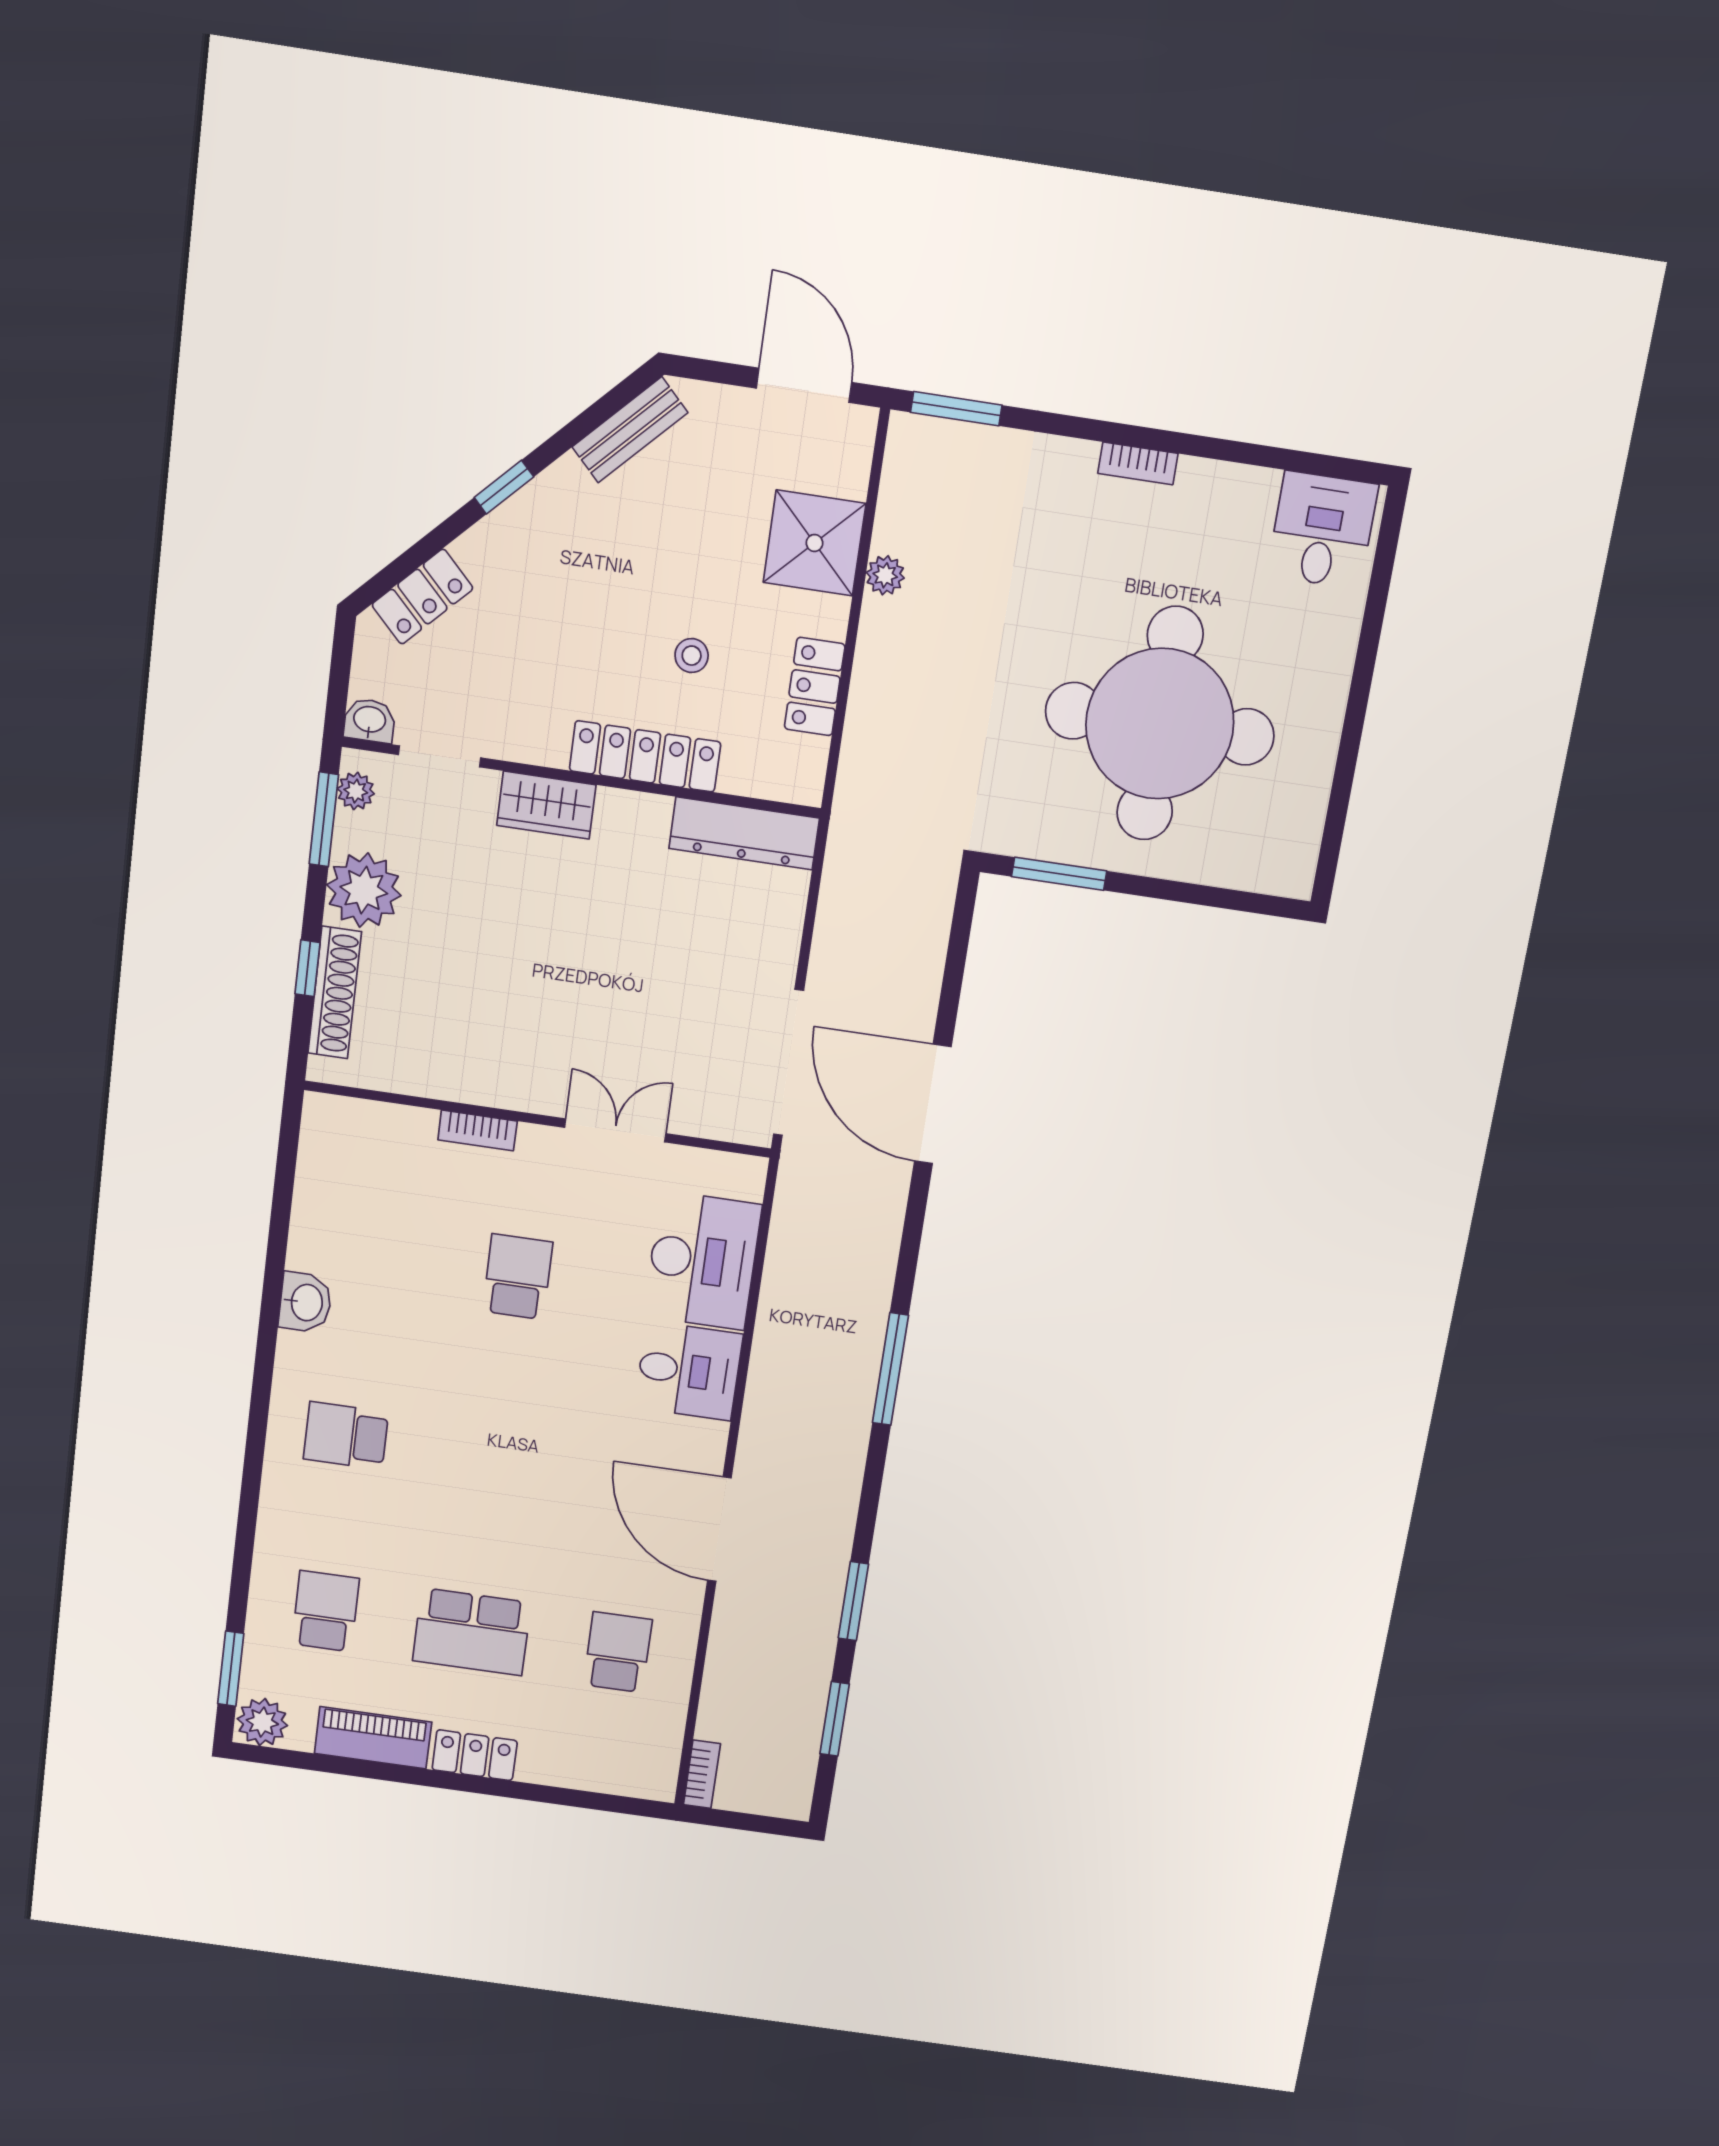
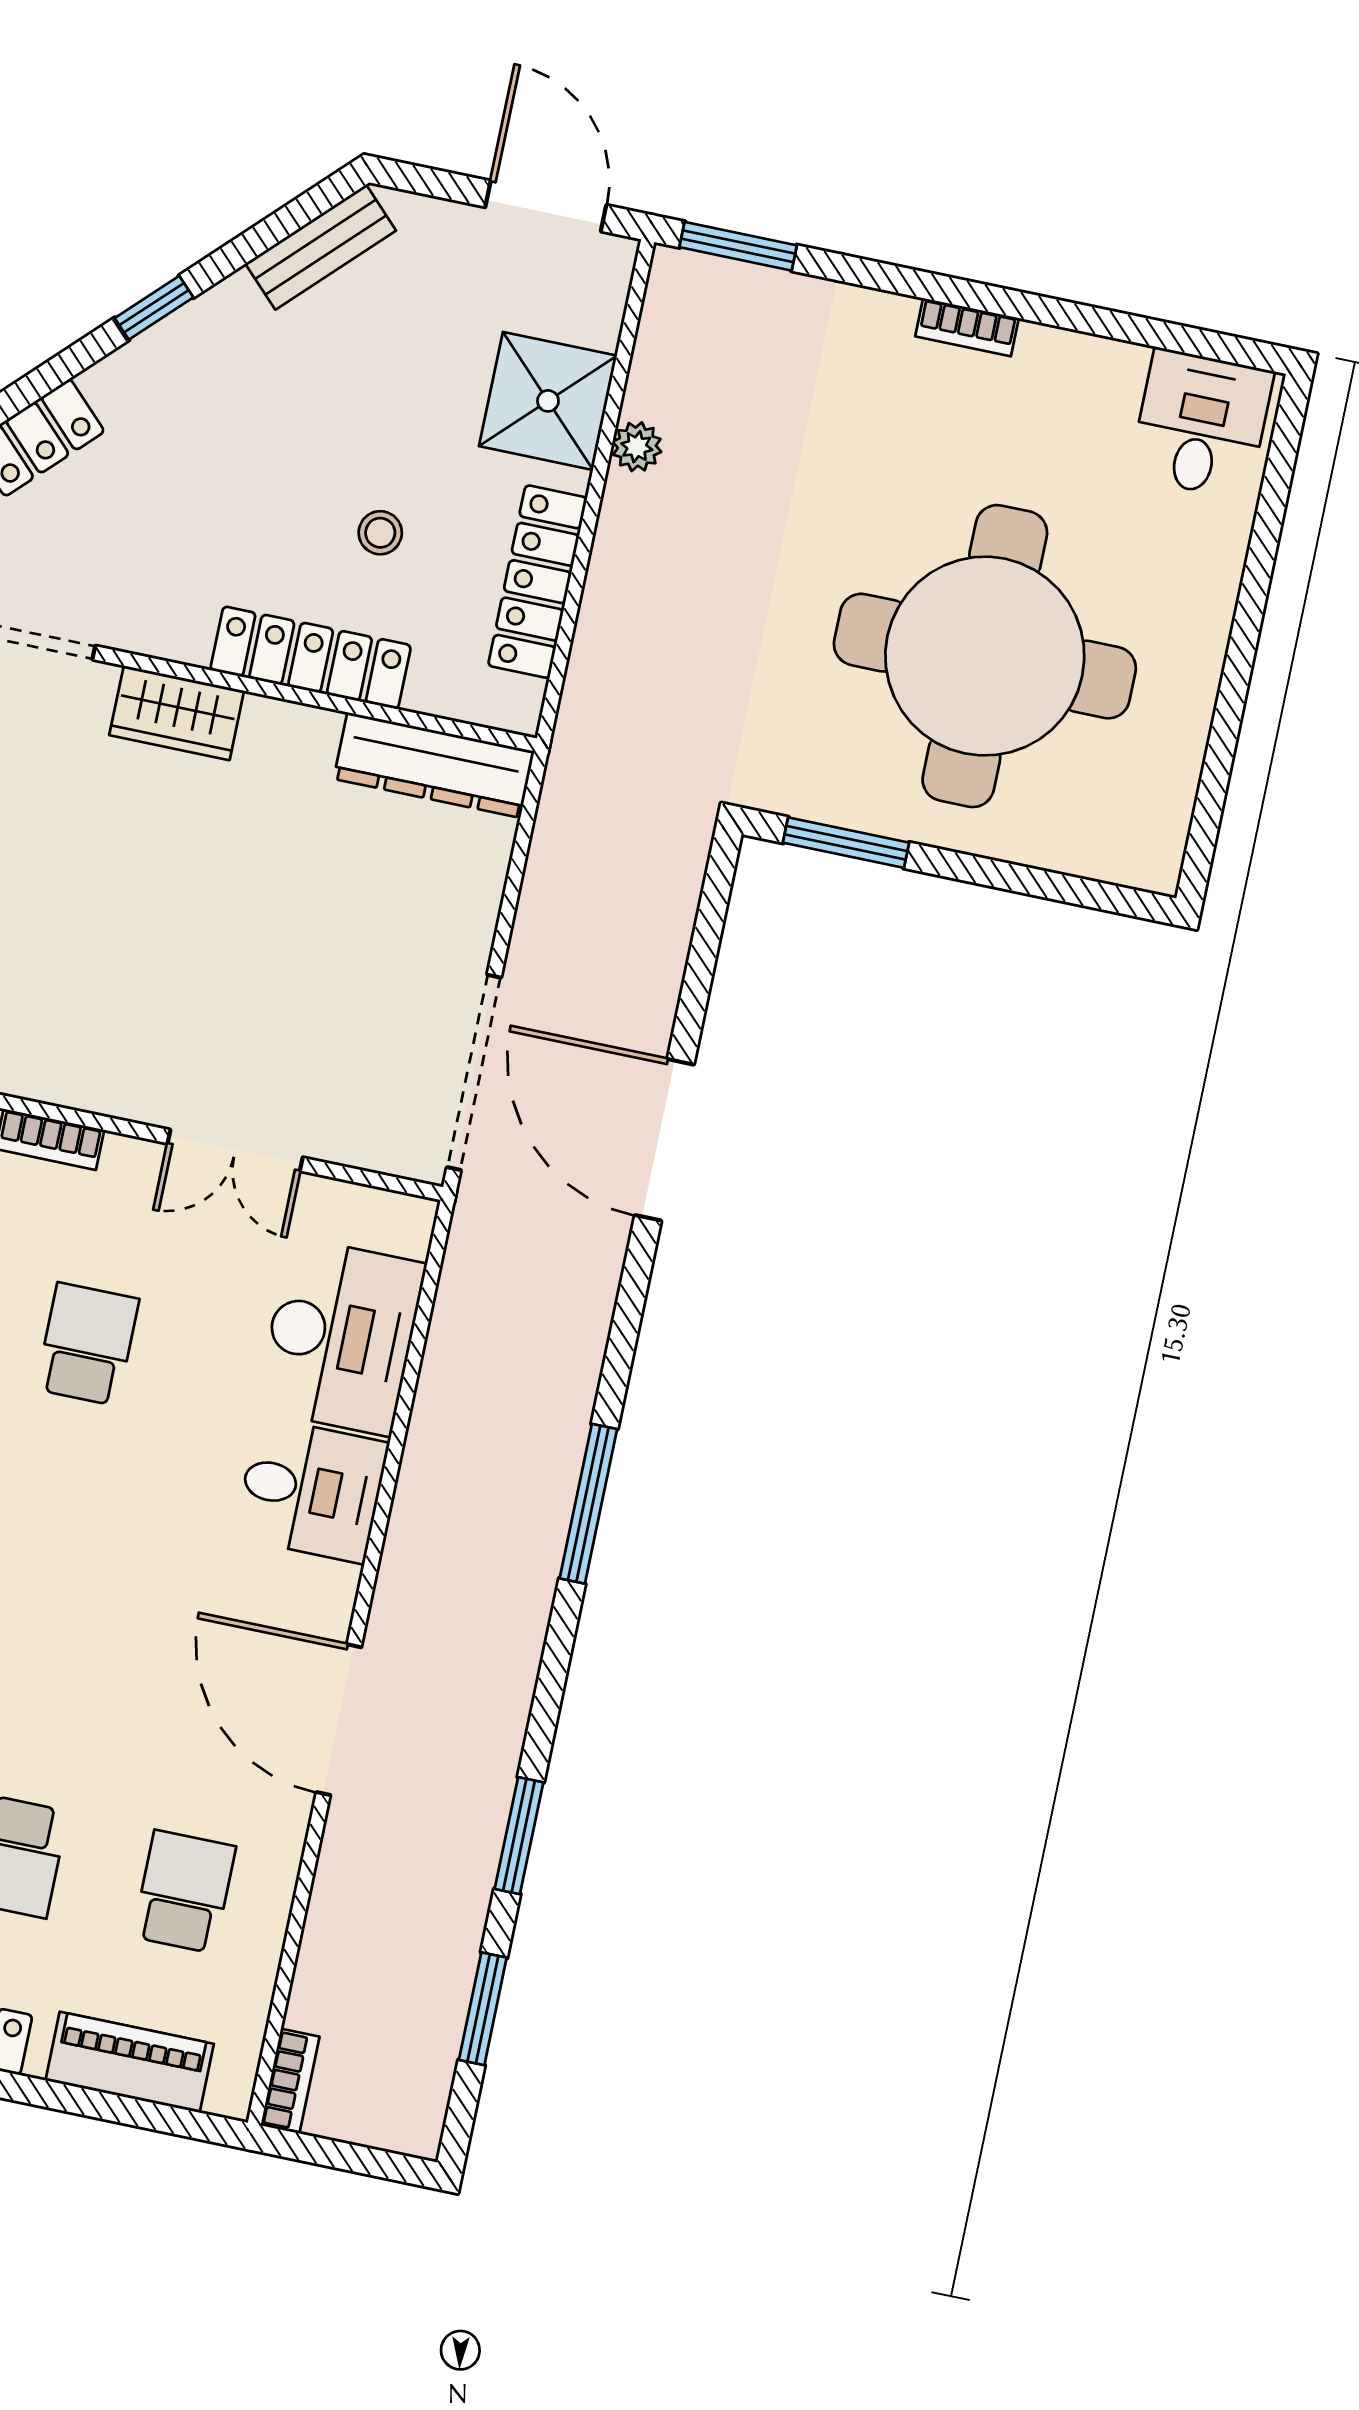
locker: (815, 687) -> (538, 582), width x1.53
double door: (615, 1130) -> (235, 1150), swing flipped
piano: (588, 1768) -> (130, 2062), added

